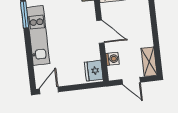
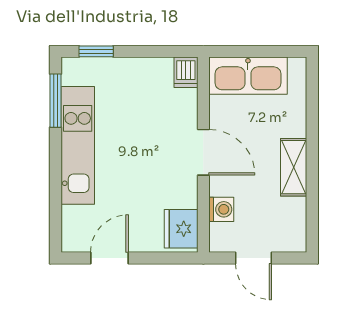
shelving: (149, 62) -> (294, 167), moved
door: (49, 90) -> (109, 258), moved

